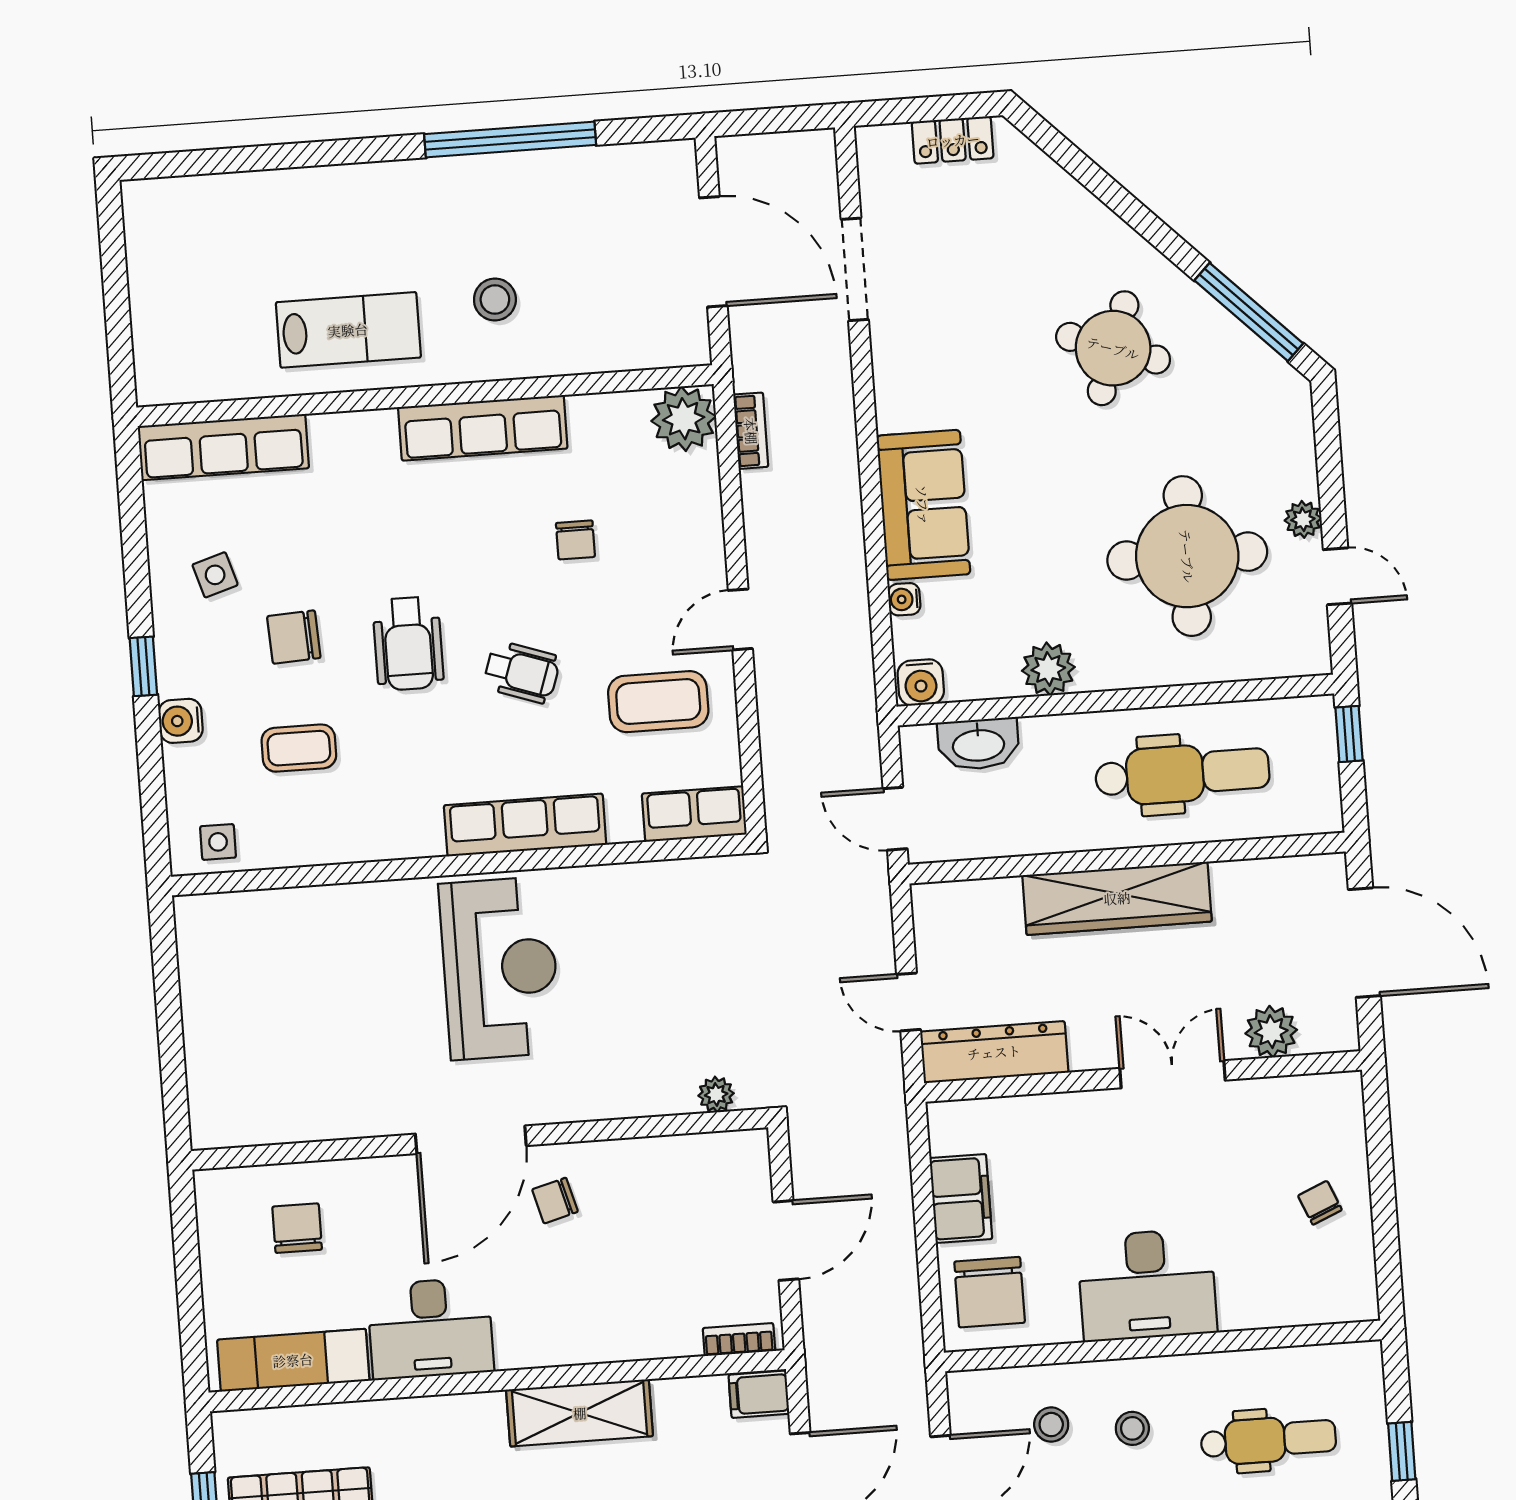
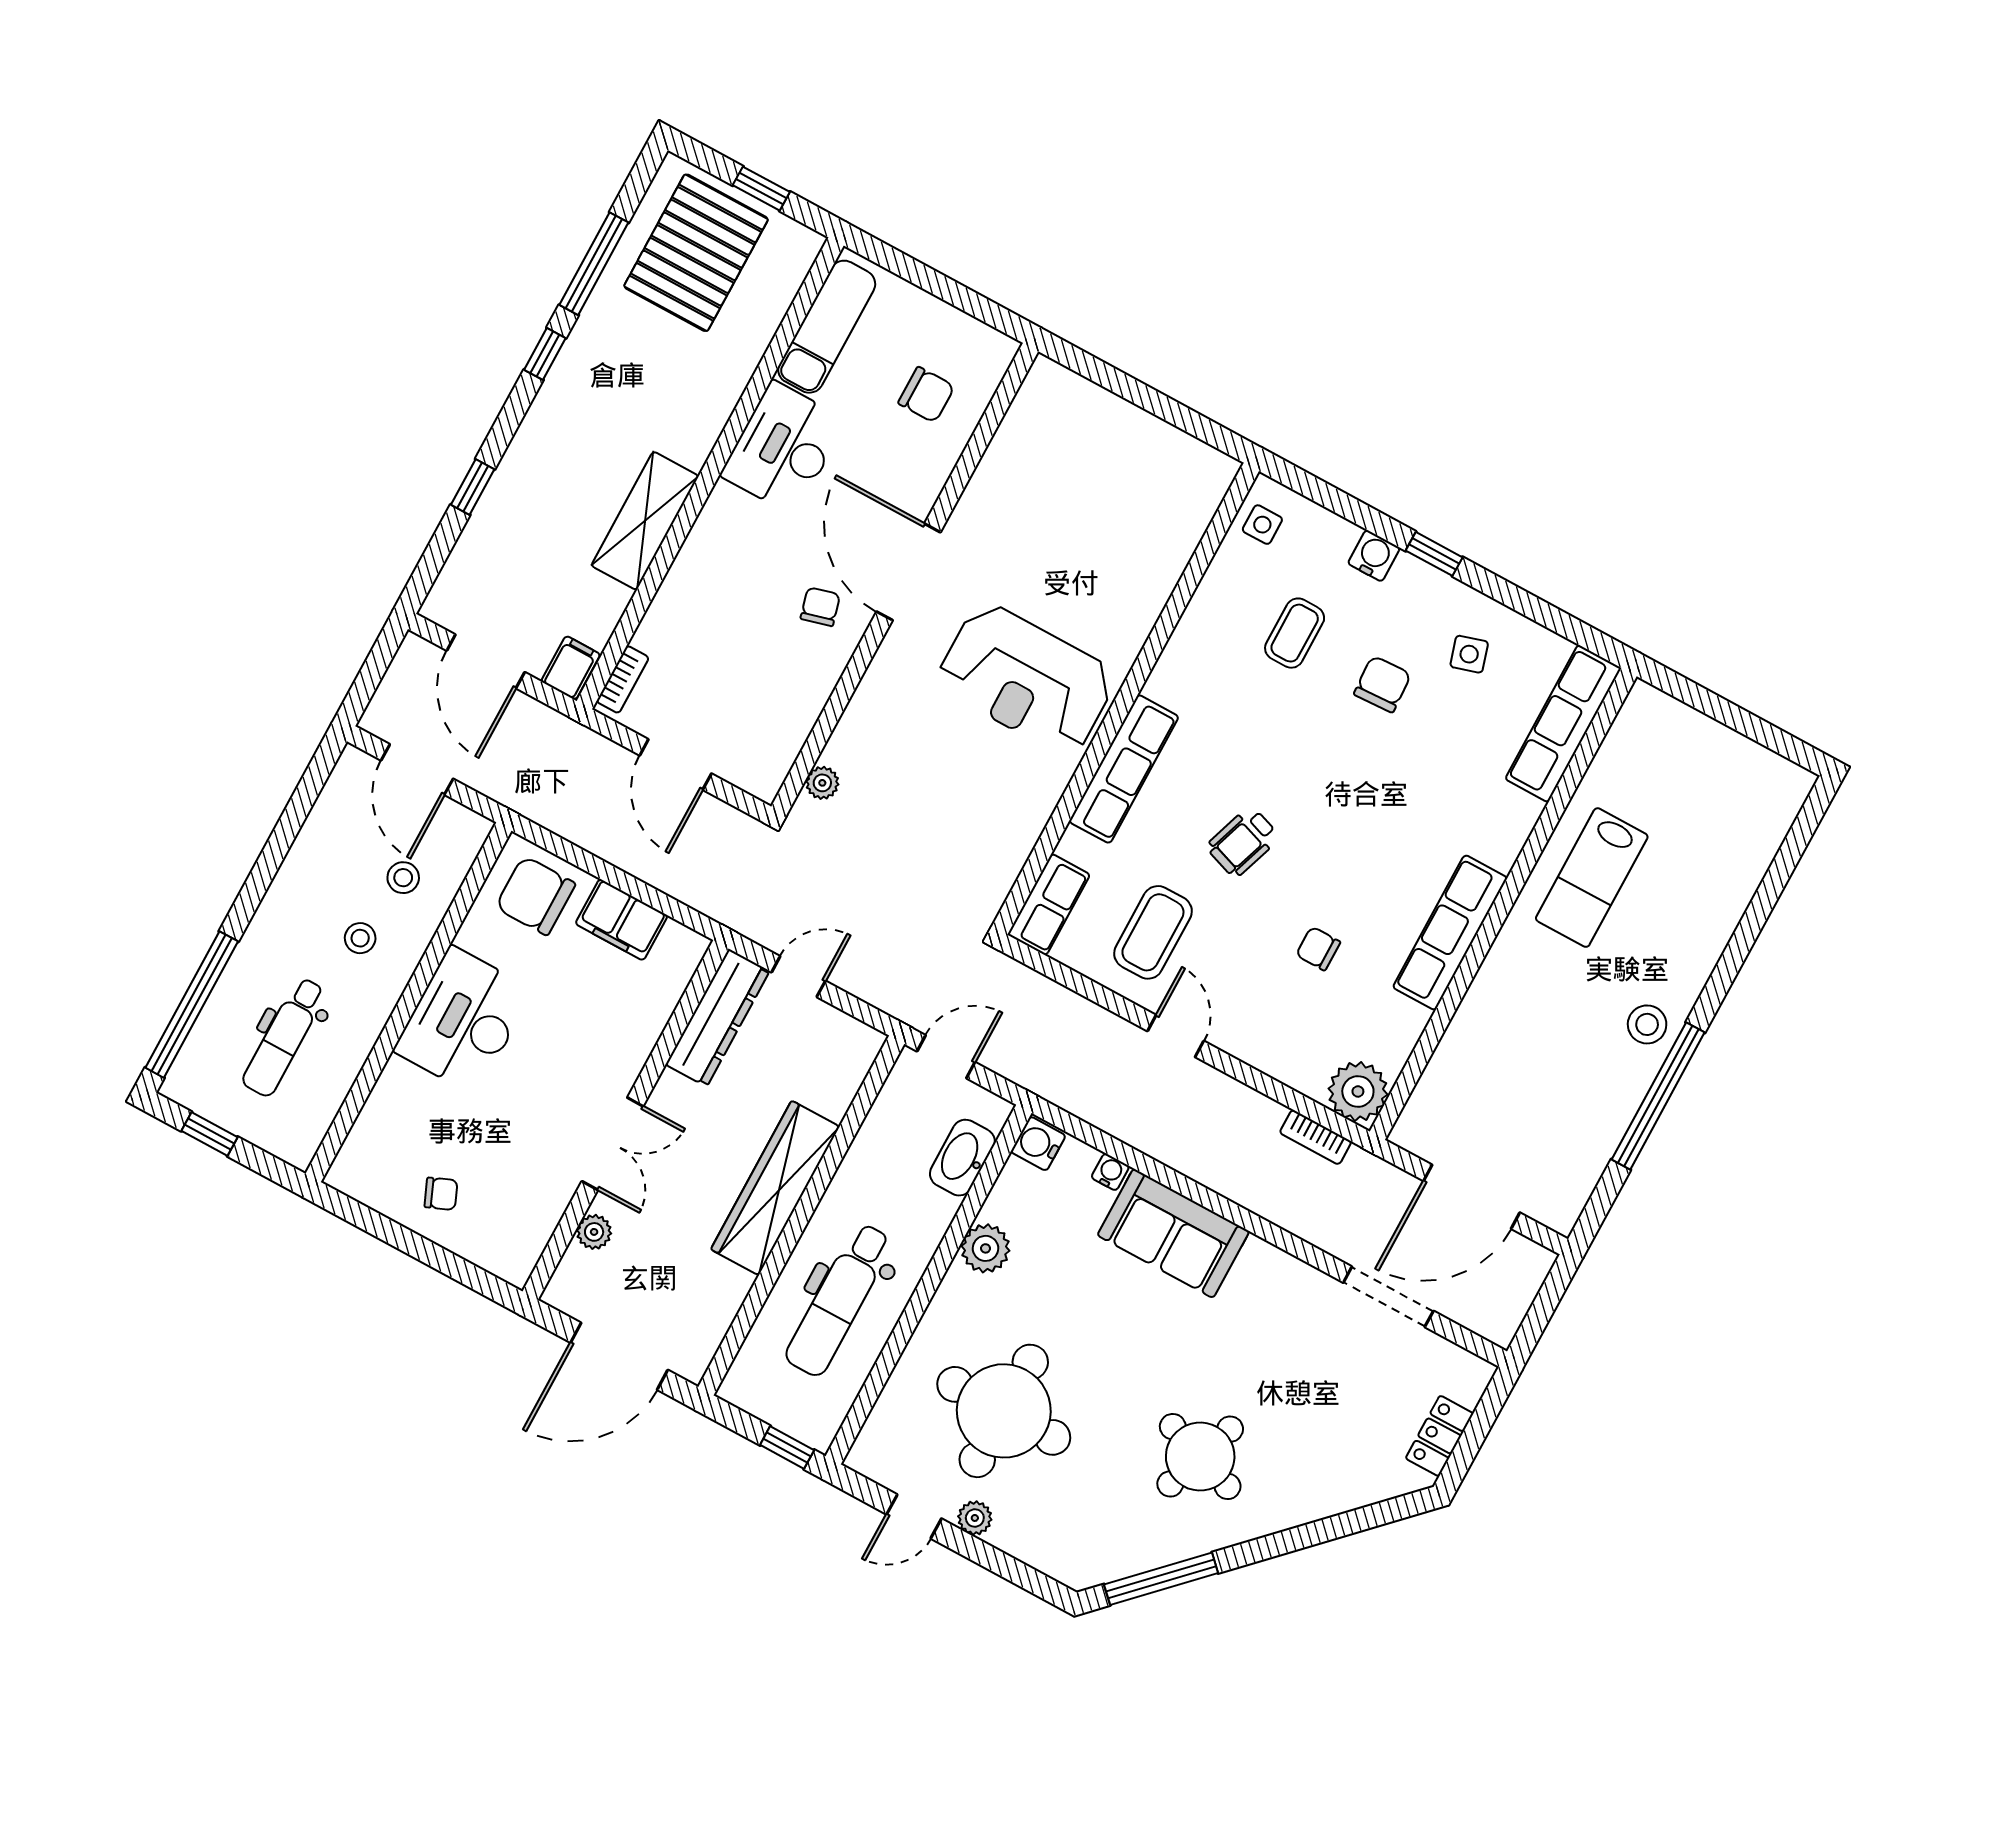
stool: (495, 299) -> (1647, 1024), moved
wheelchair: (408, 644) -> (1321, 769), removed
plant: (1271, 1032) -> (594, 1232), width x0.73, depth x0.73

